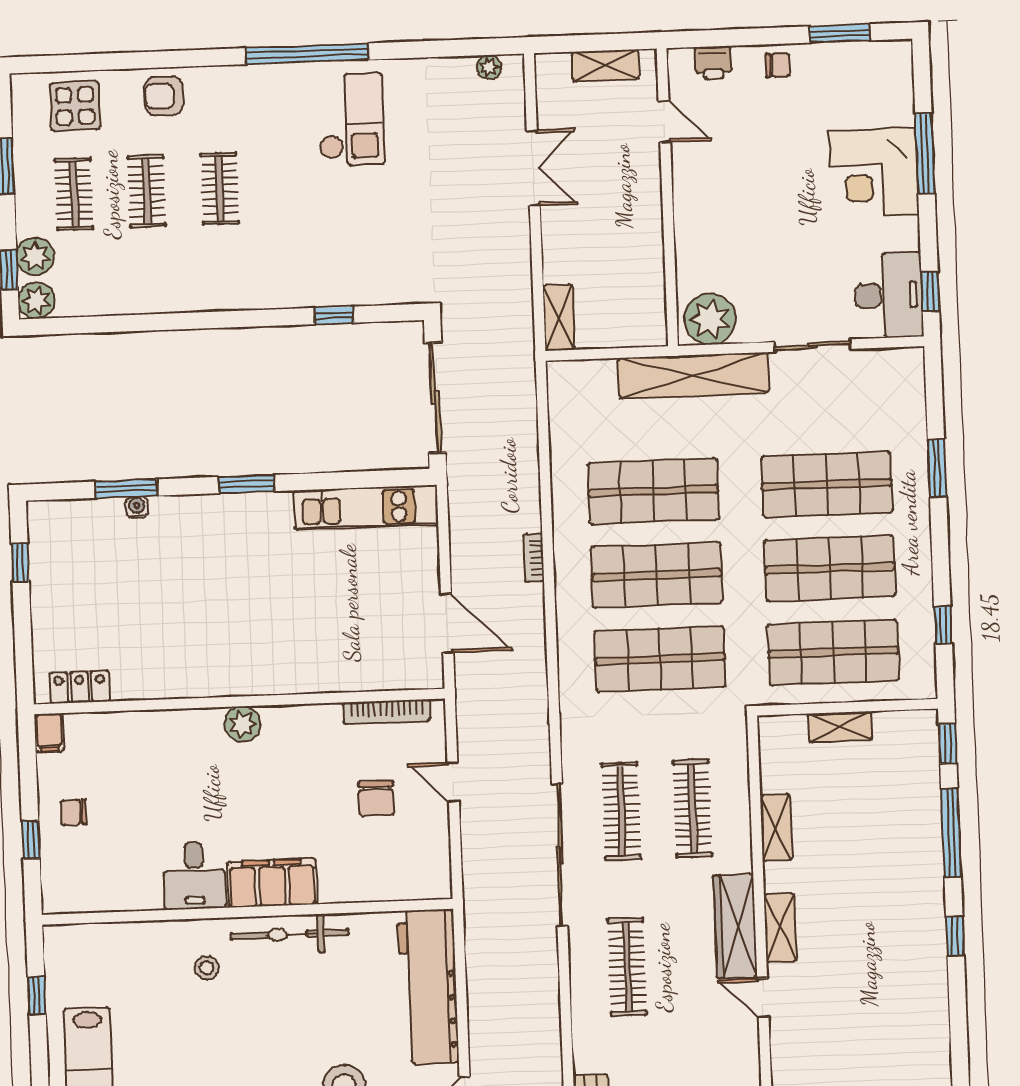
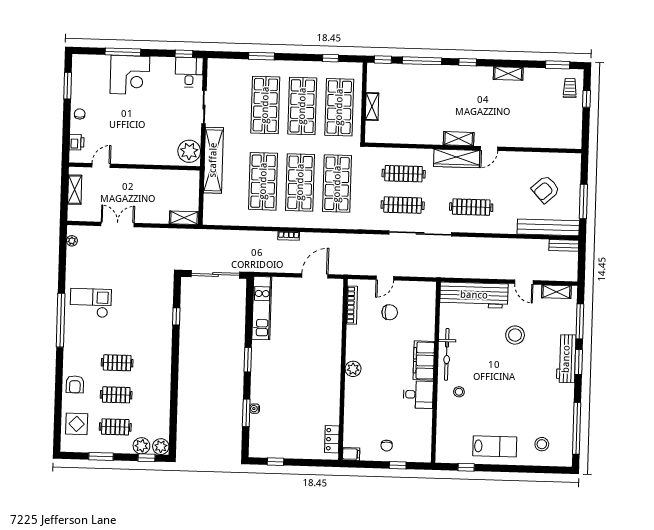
desk: (889, 295) -> (189, 72), width x0.73
shelving: (776, 828) -> (508, 74), moved

